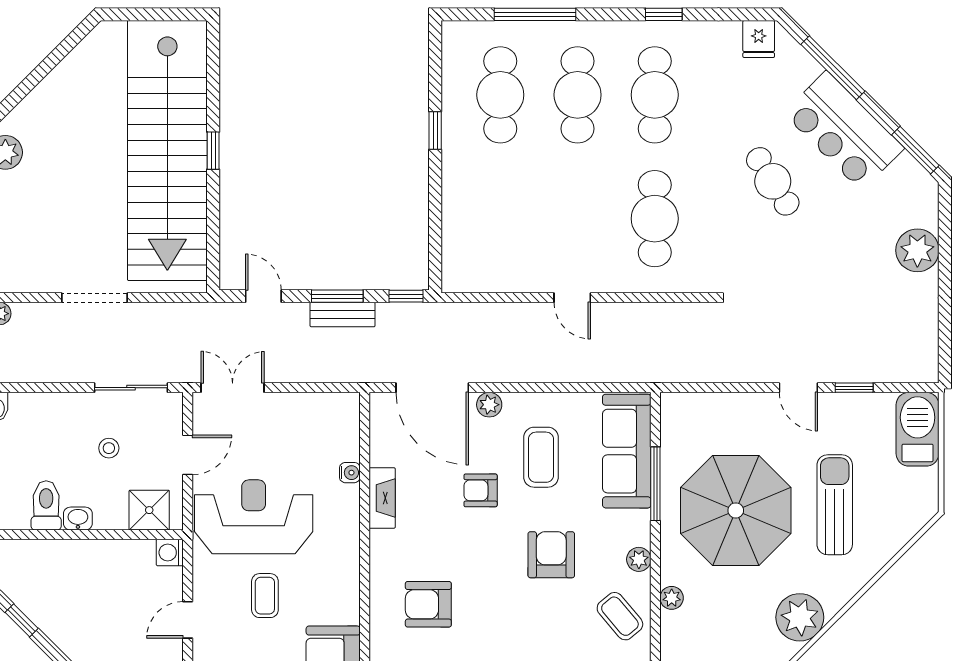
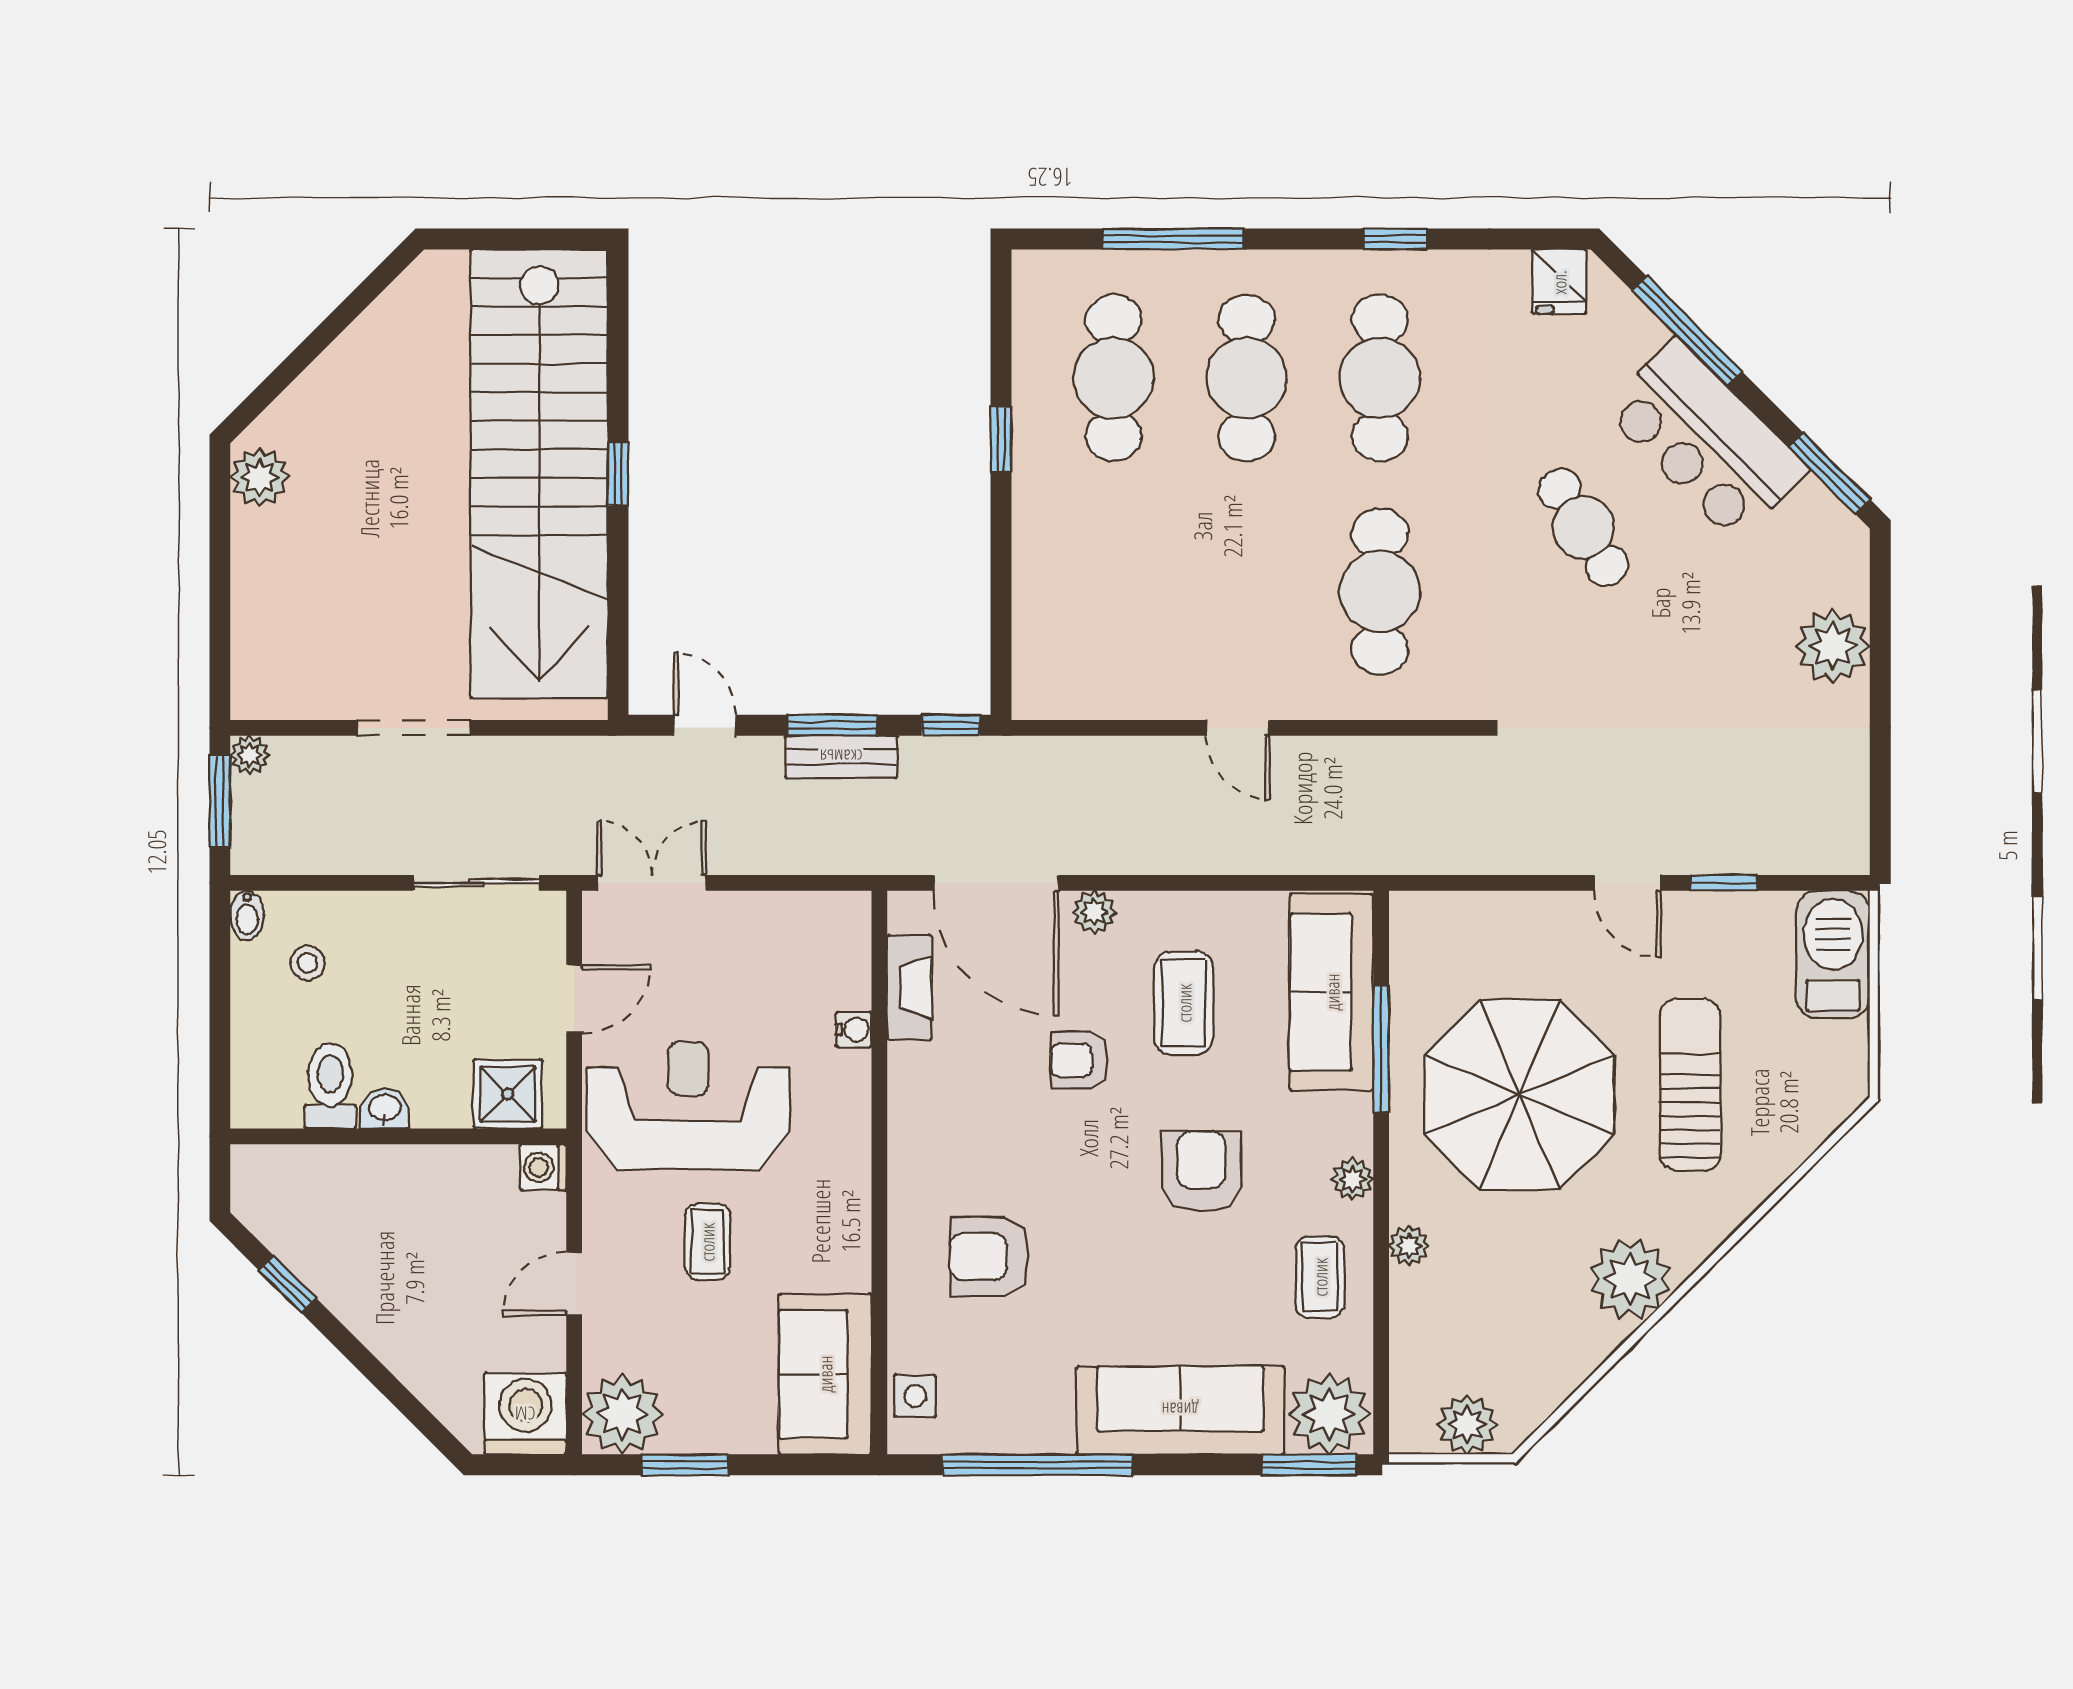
stool: (109, 448) -> (308, 963), moved
fireplace: (382, 498) -> (910, 987), moved
coffee table: (620, 616) -> (1320, 1277), turned 40

